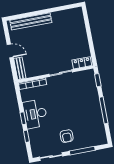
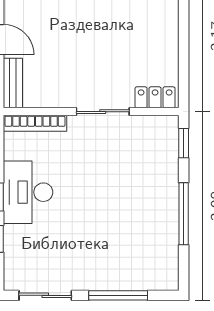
armchair: (67, 136) -> (89, 256), removed

